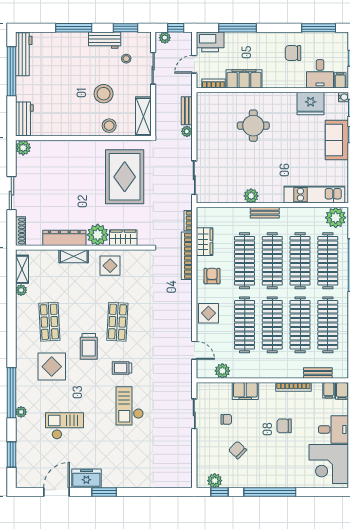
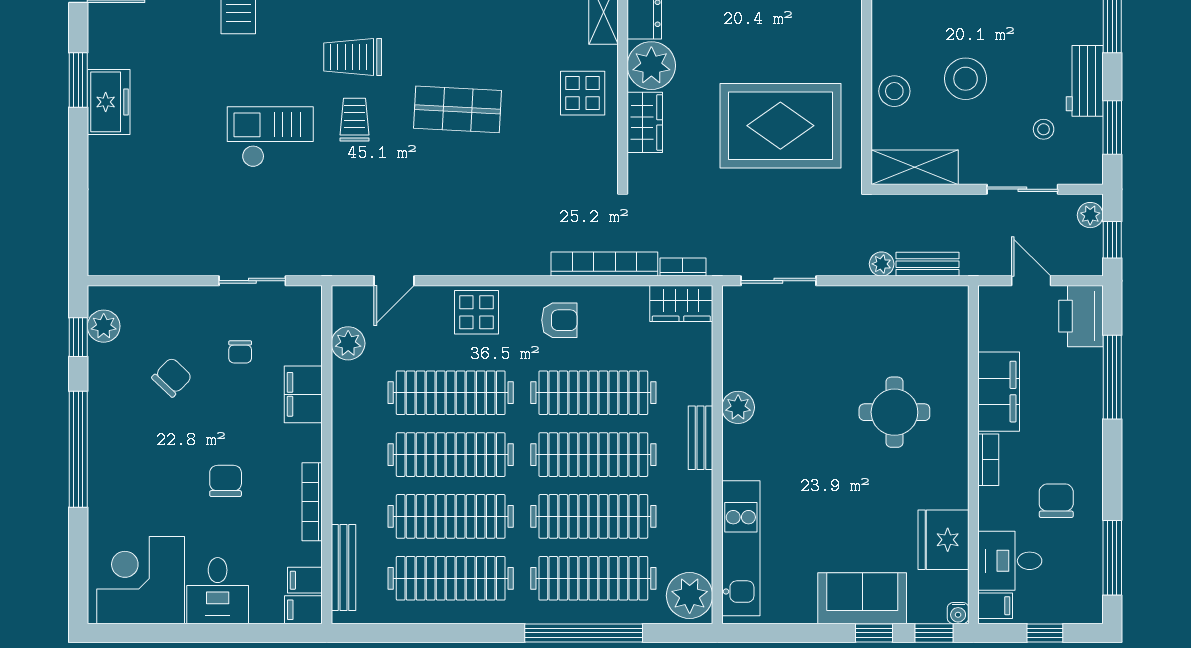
bookcase: (213, 83) -> (988, 460), moved
wardrobe: (204, 242) -> (681, 303), moved
trolley: (89, 346) -> (353, 57), moved
bench: (318, 373) -> (343, 568), width x1.36
freezer: (86, 478) -> (109, 102), moved

